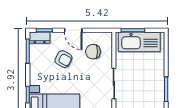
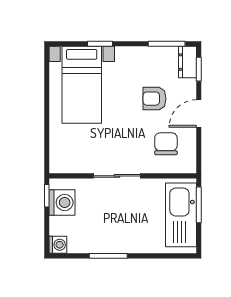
armchair: (63, 59) -> (154, 99), turned 62

